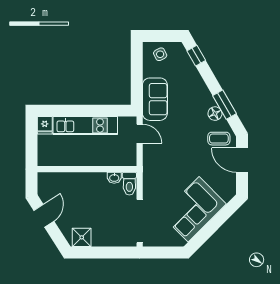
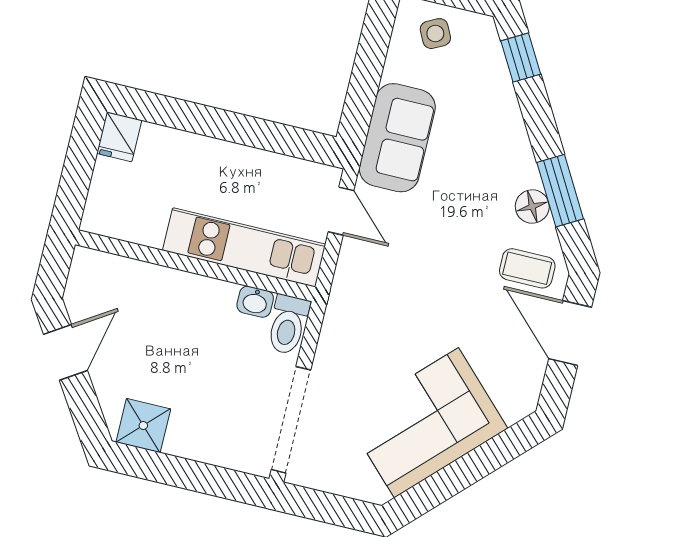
kitchen unit: (85, 125) -> (244, 247), moved, turned 180

